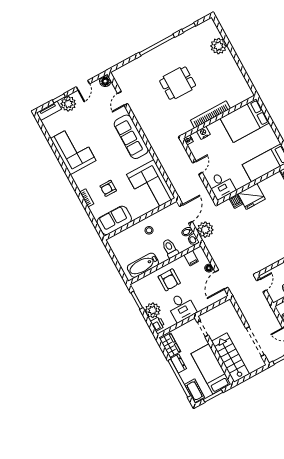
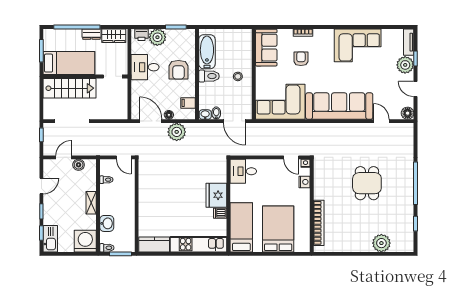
bookcase: (210, 114) -> (319, 223), moved
bed: (245, 121) -> (278, 229), moved
sofa: (131, 137) -> (339, 106), width x1.36, depth x1.27
door: (197, 168) -> (291, 157), moved
dishwasher: (236, 201) -> (220, 213), moved
plant: (205, 230) -> (177, 132), moved
toilet: (170, 248) -> (209, 76), moved
armchair: (169, 280) -> (178, 70), turned -90
cot: (195, 391) -> (56, 35), removed

